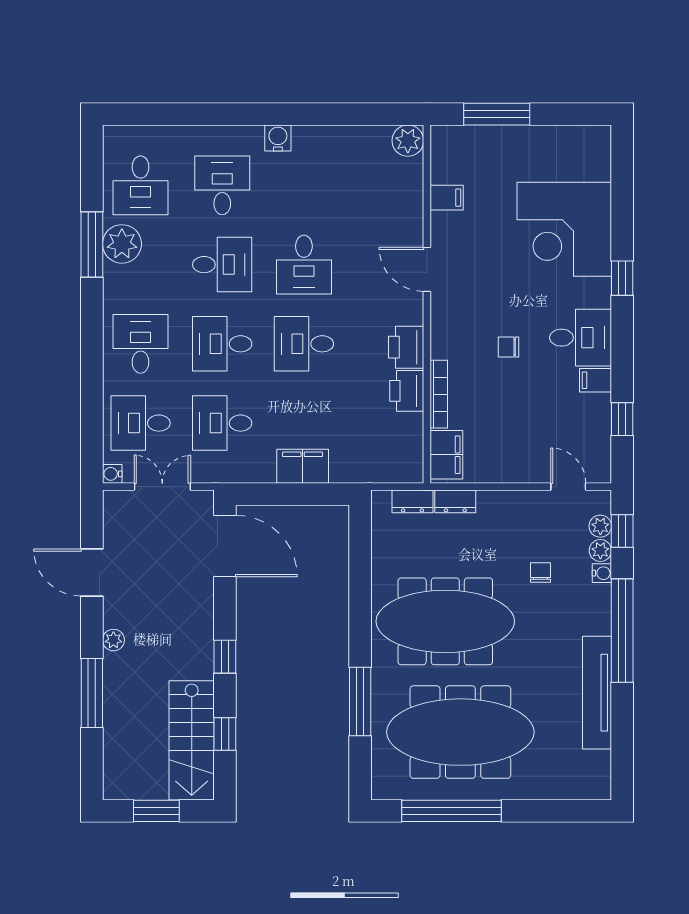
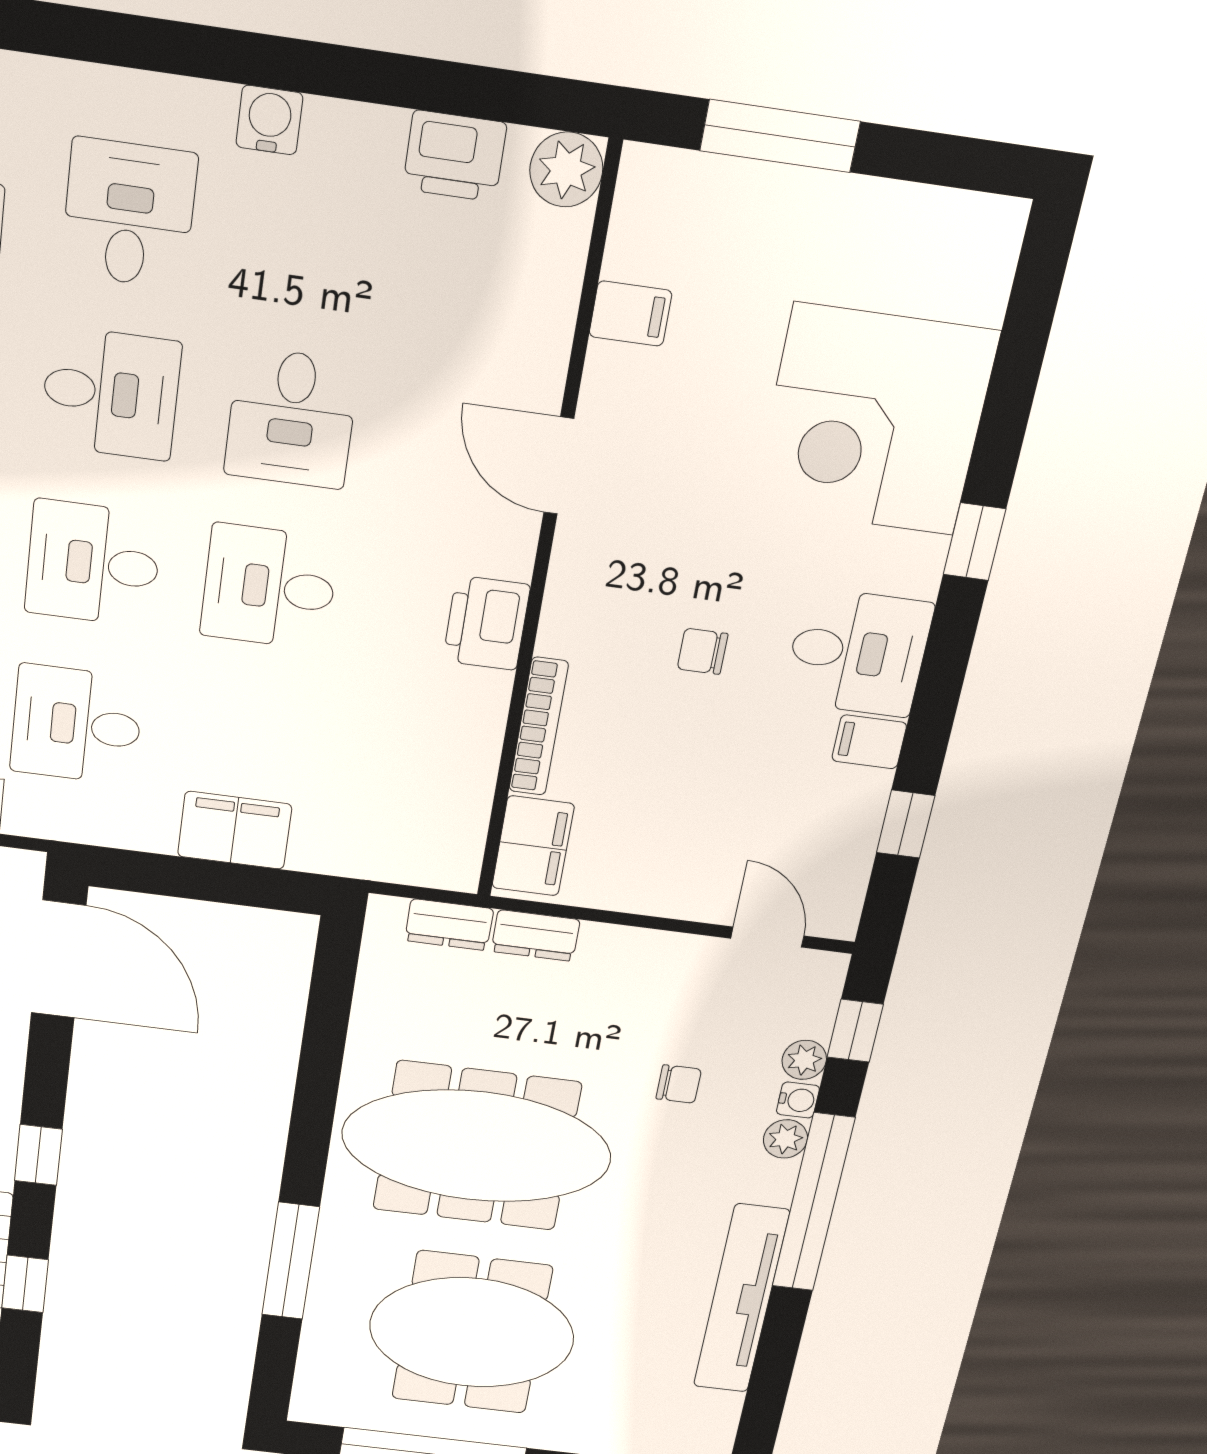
printer: (407, 391) -> (455, 156), moved, turned -90
plant: (600, 526) -> (785, 1139), moved
chair: (540, 572) -> (679, 1084), turned 90
meeting table: (460, 732) -> (472, 1333), width x0.73

